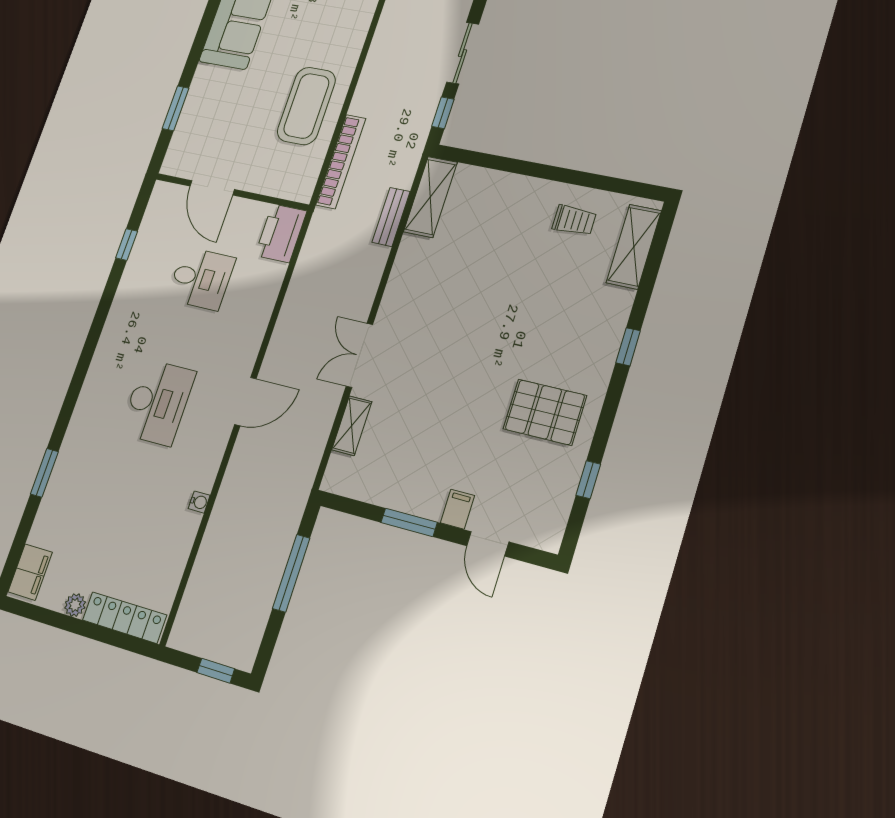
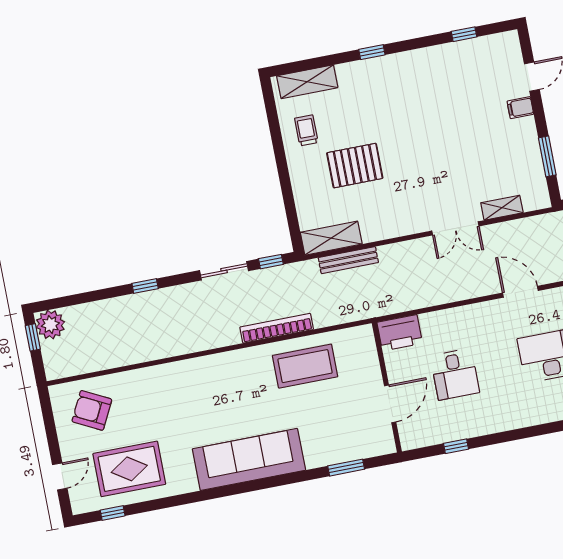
bookcase: (341, 162) -> (277, 328), moved
bench: (391, 217) -> (348, 260), width x1.36
desk: (201, 279) -> (455, 374), turned 180
pallet: (545, 412) -> (355, 166), moved, turned 90
window: (409, 522) -> (547, 156), moved

